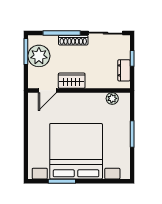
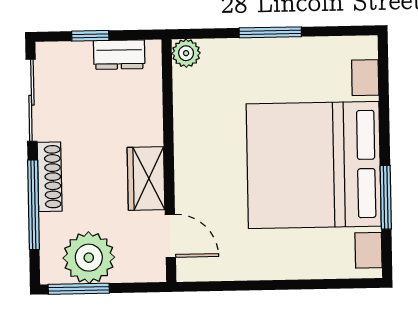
plant: (112, 98) -> (186, 53), moved

